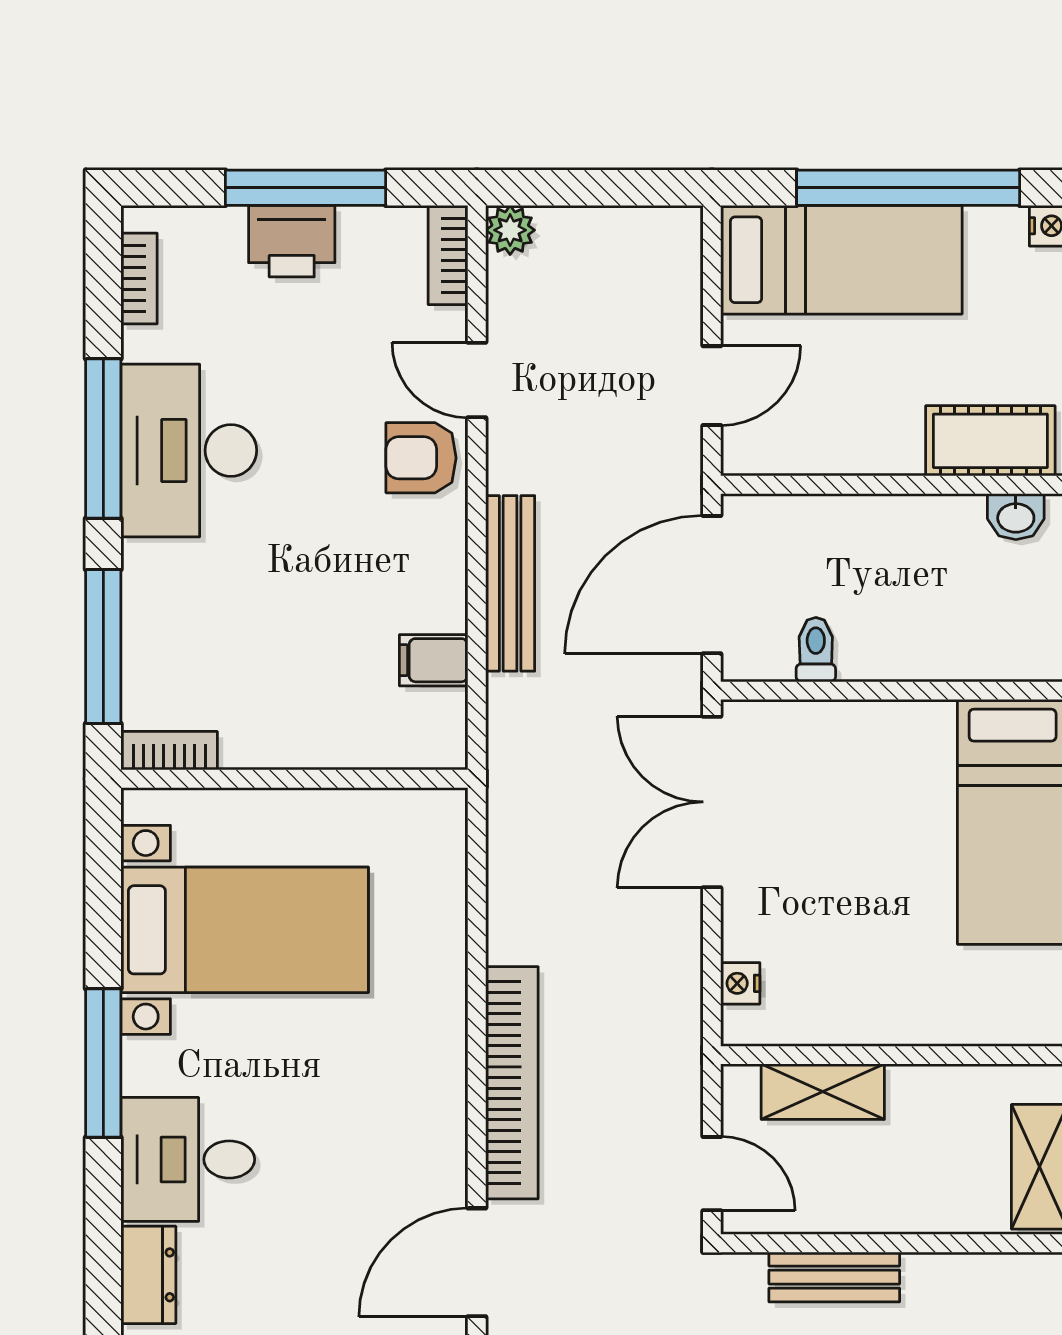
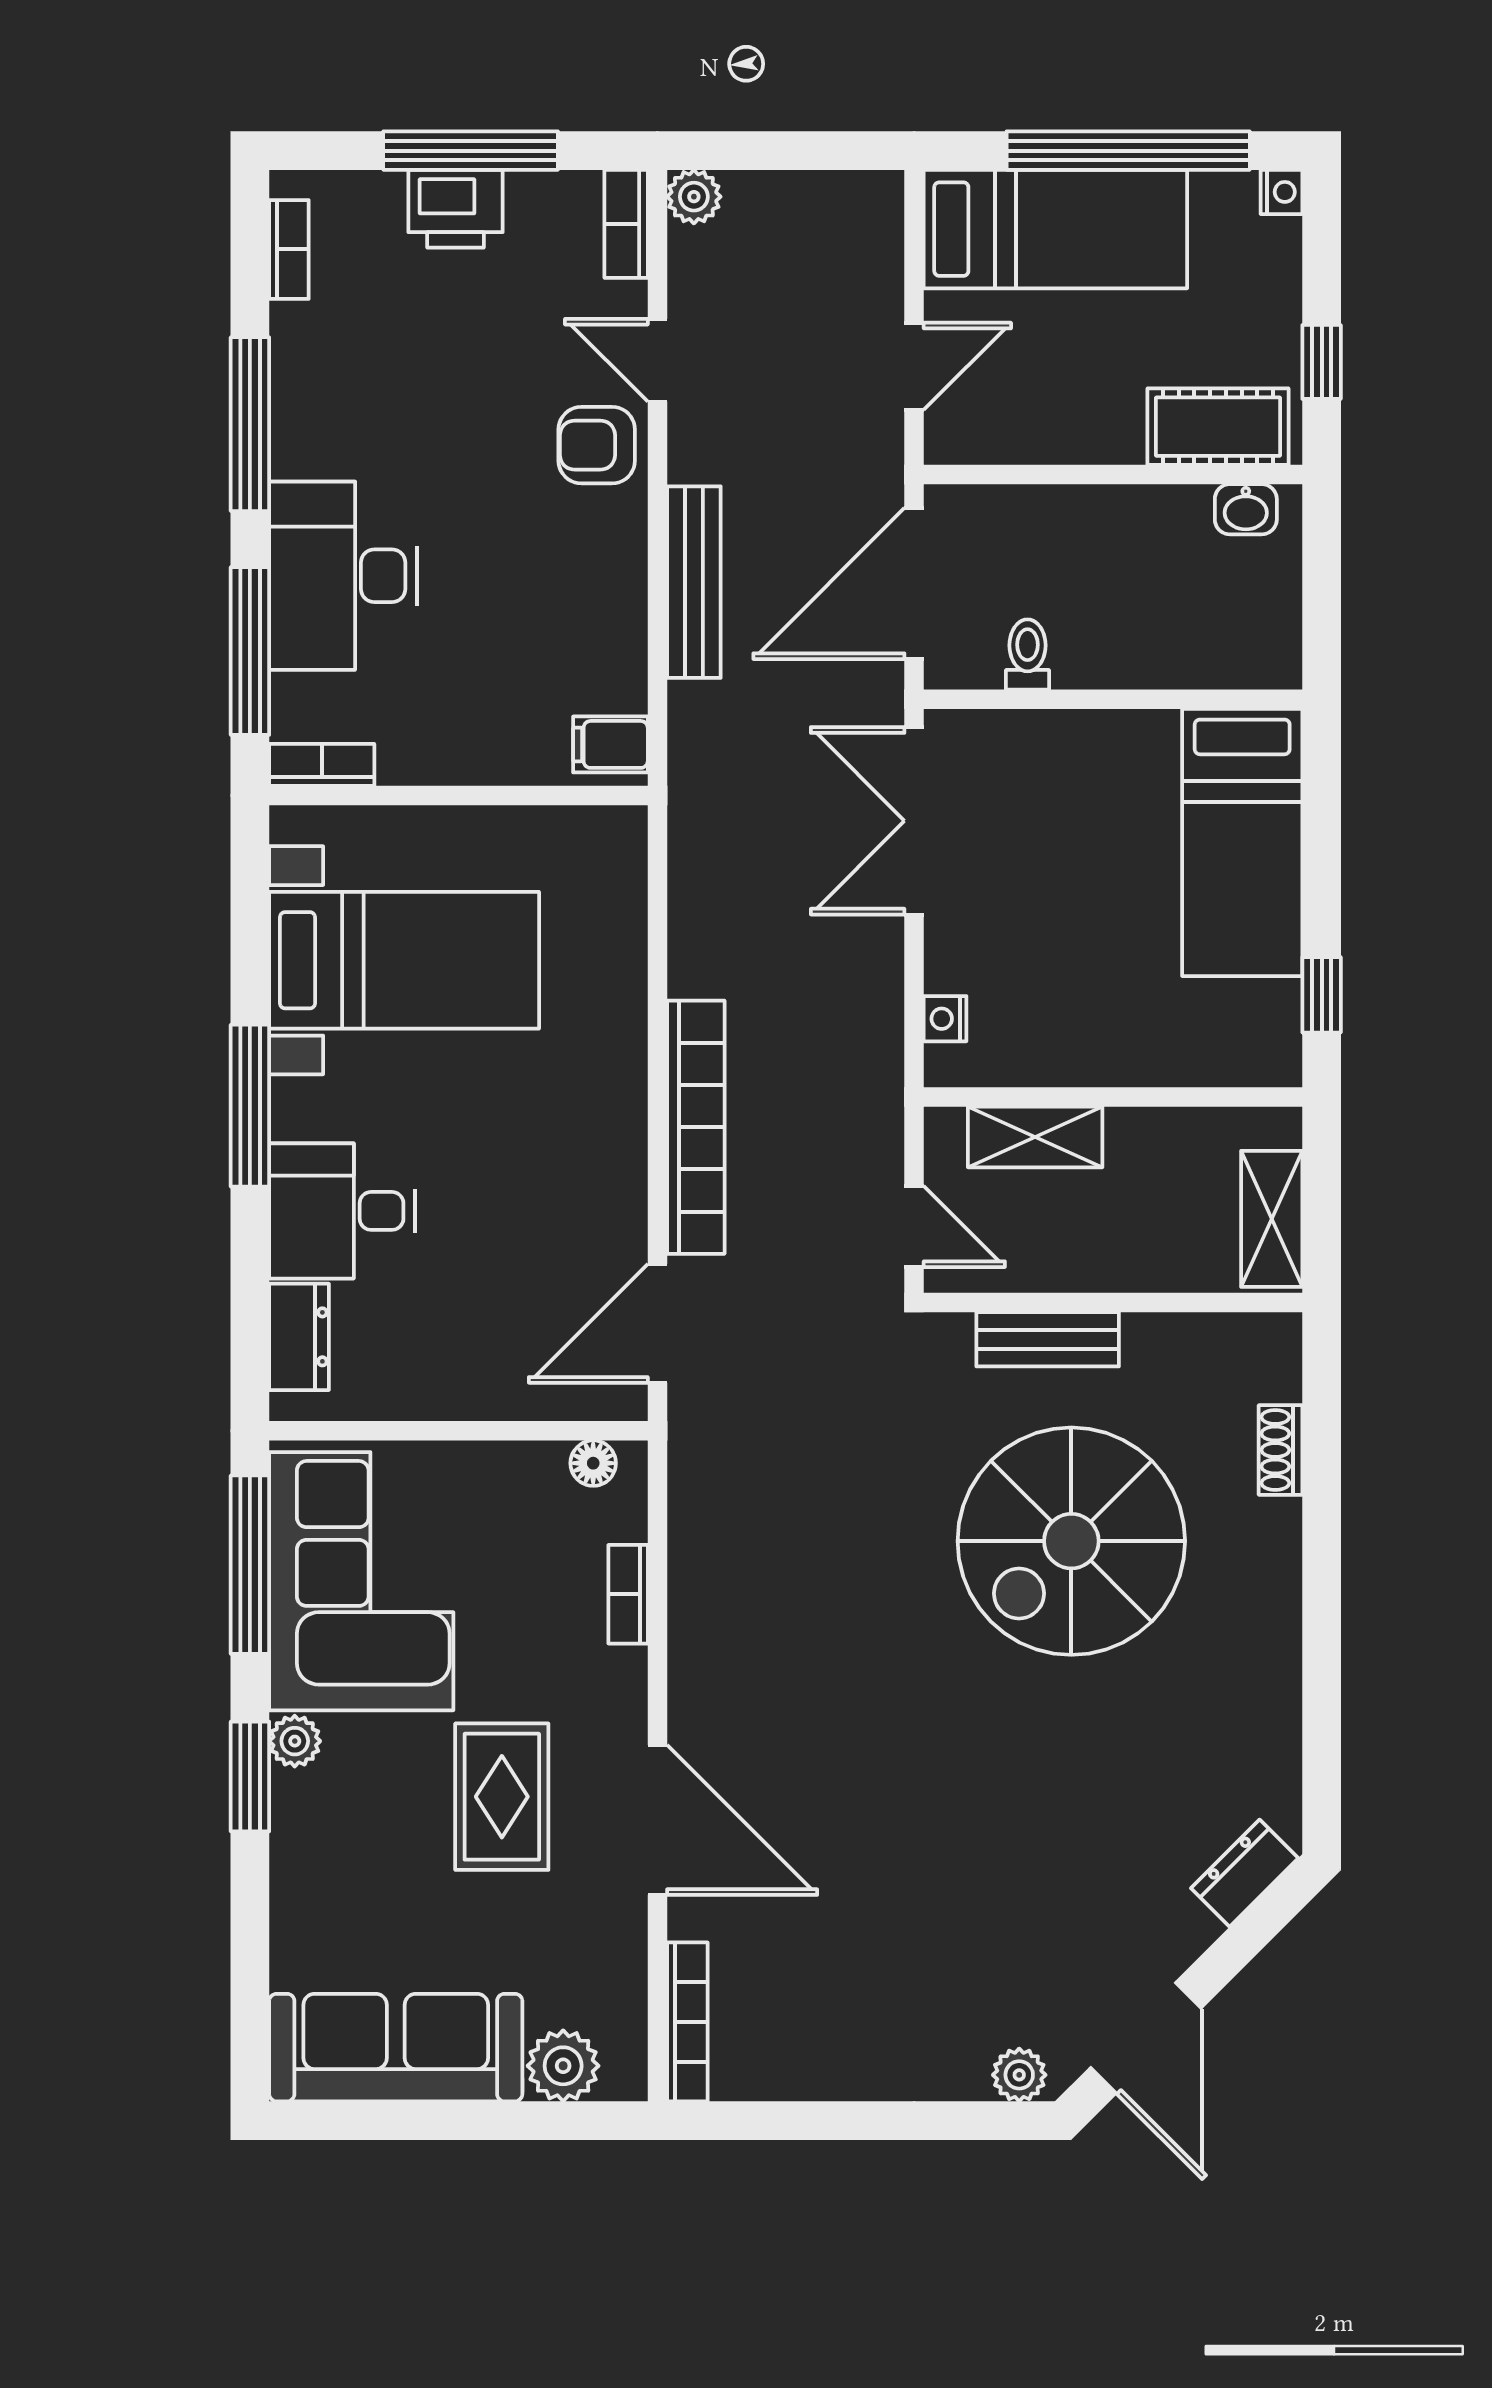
desk: (189, 450) -> (343, 576), moved
filing cabinet: (434, 660) -> (610, 744), moved

